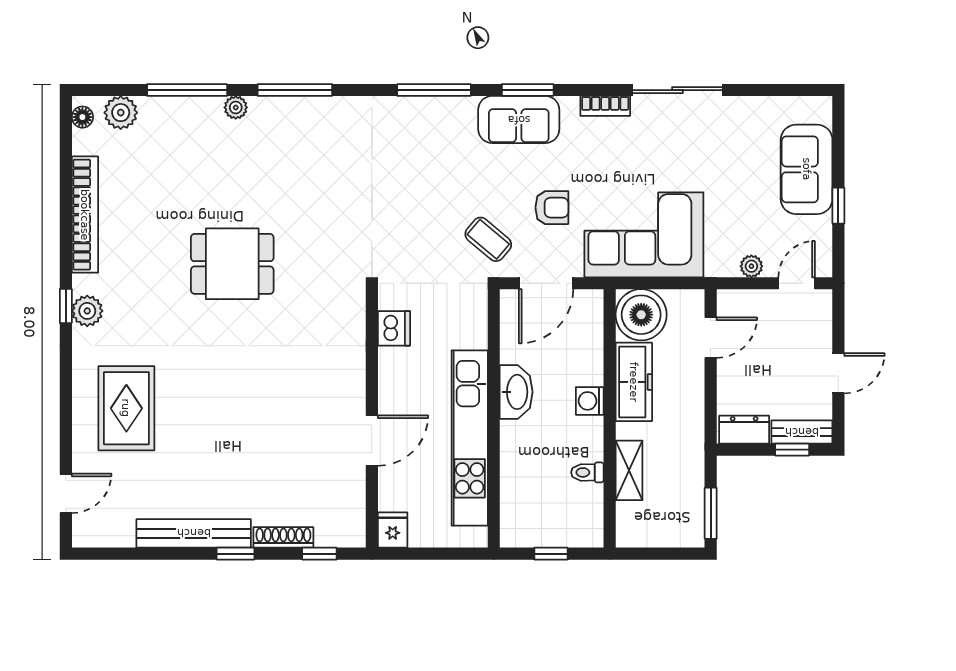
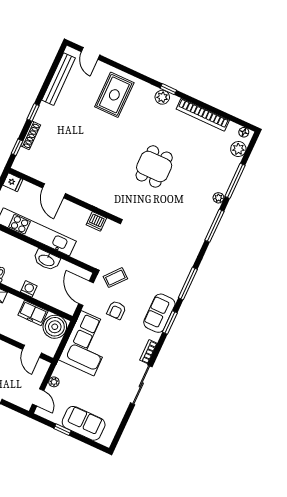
freezer: (634, 382) -> (33, 313), width x0.71
rug: (126, 408) -> (114, 95), turned 90
bench: (194, 533) -> (59, 79), moved

